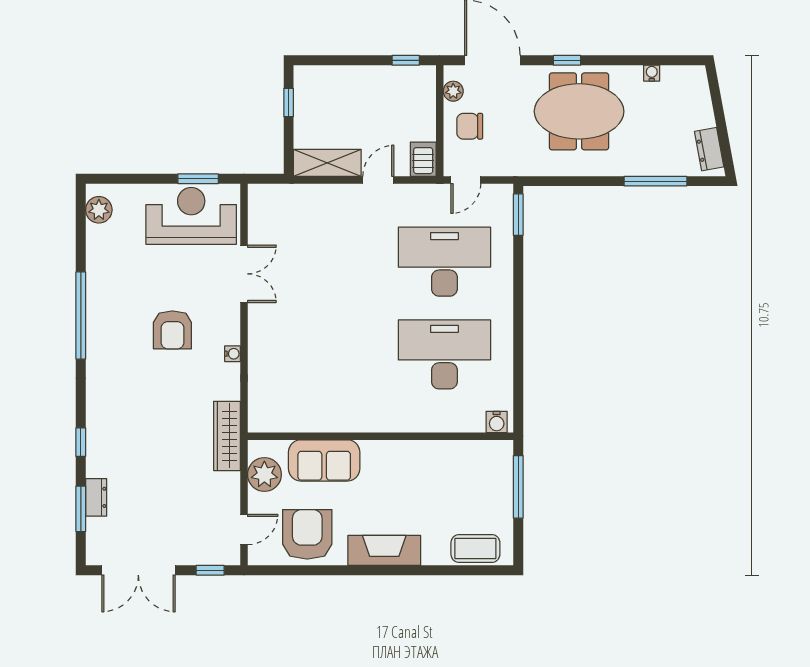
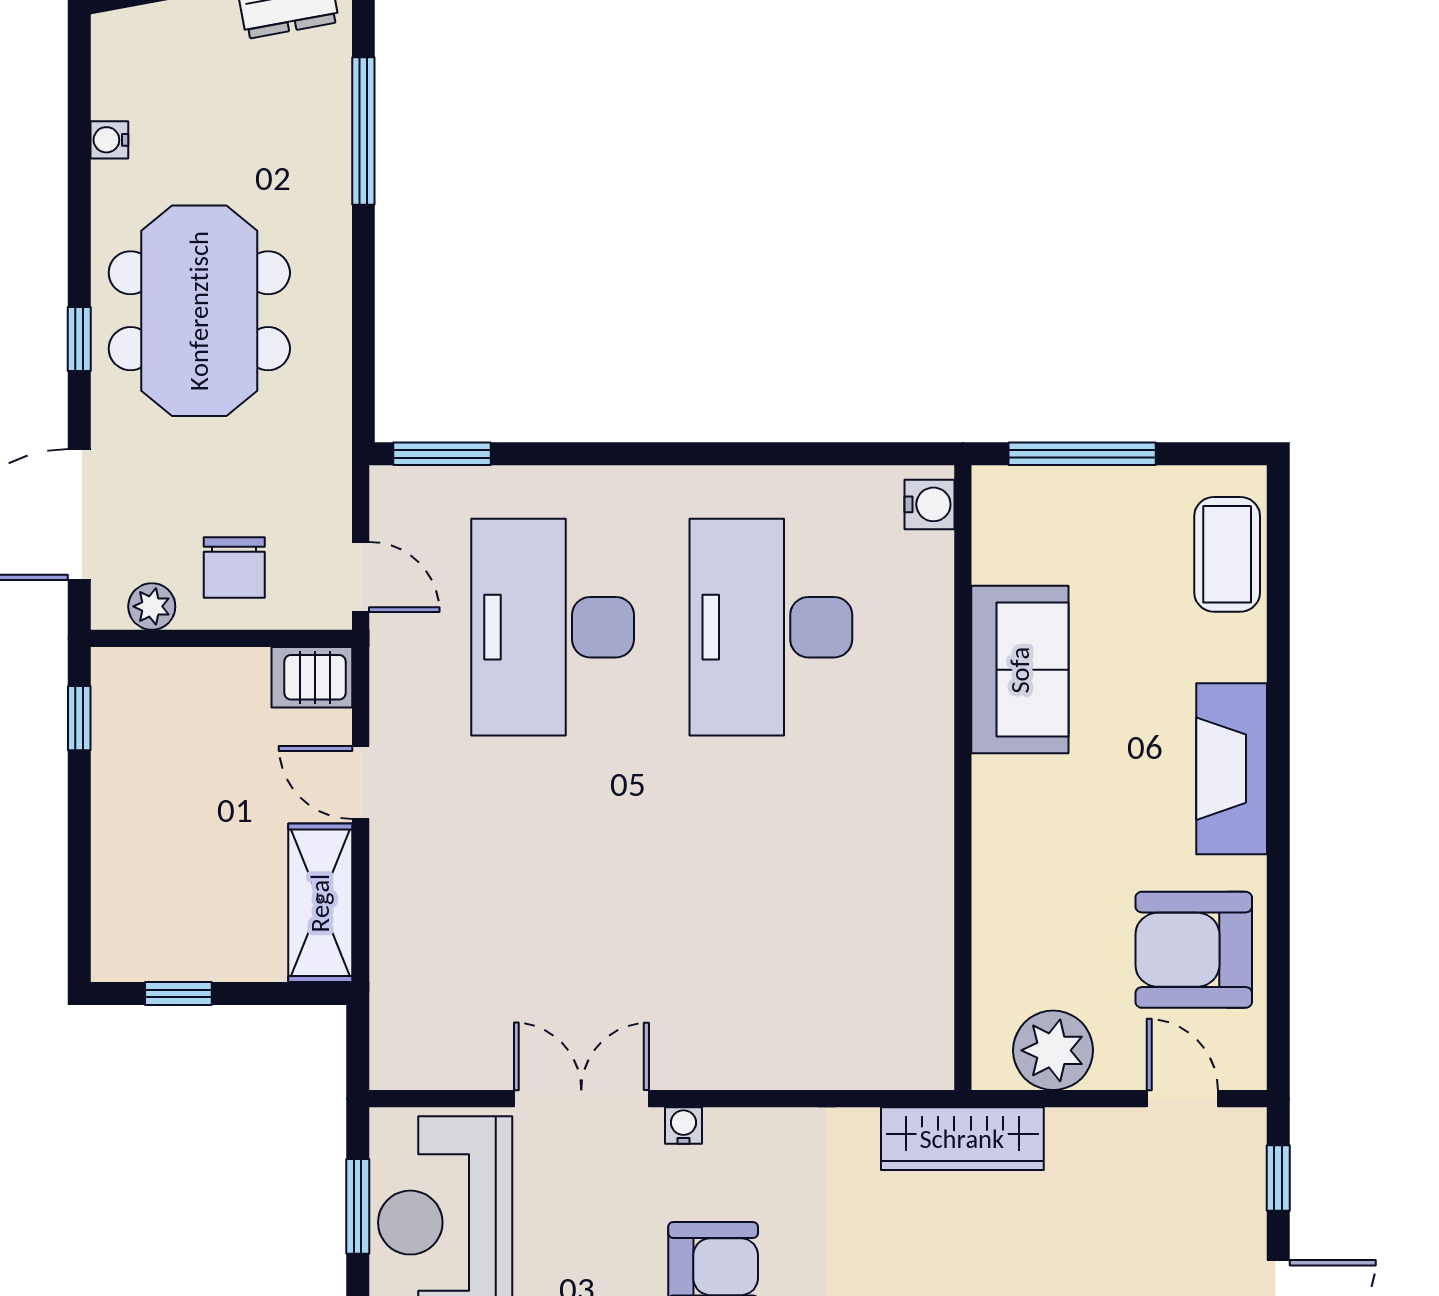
water cooler: (232, 354) -> (683, 1126), moved
sofa: (324, 460) -> (1020, 670), moved

